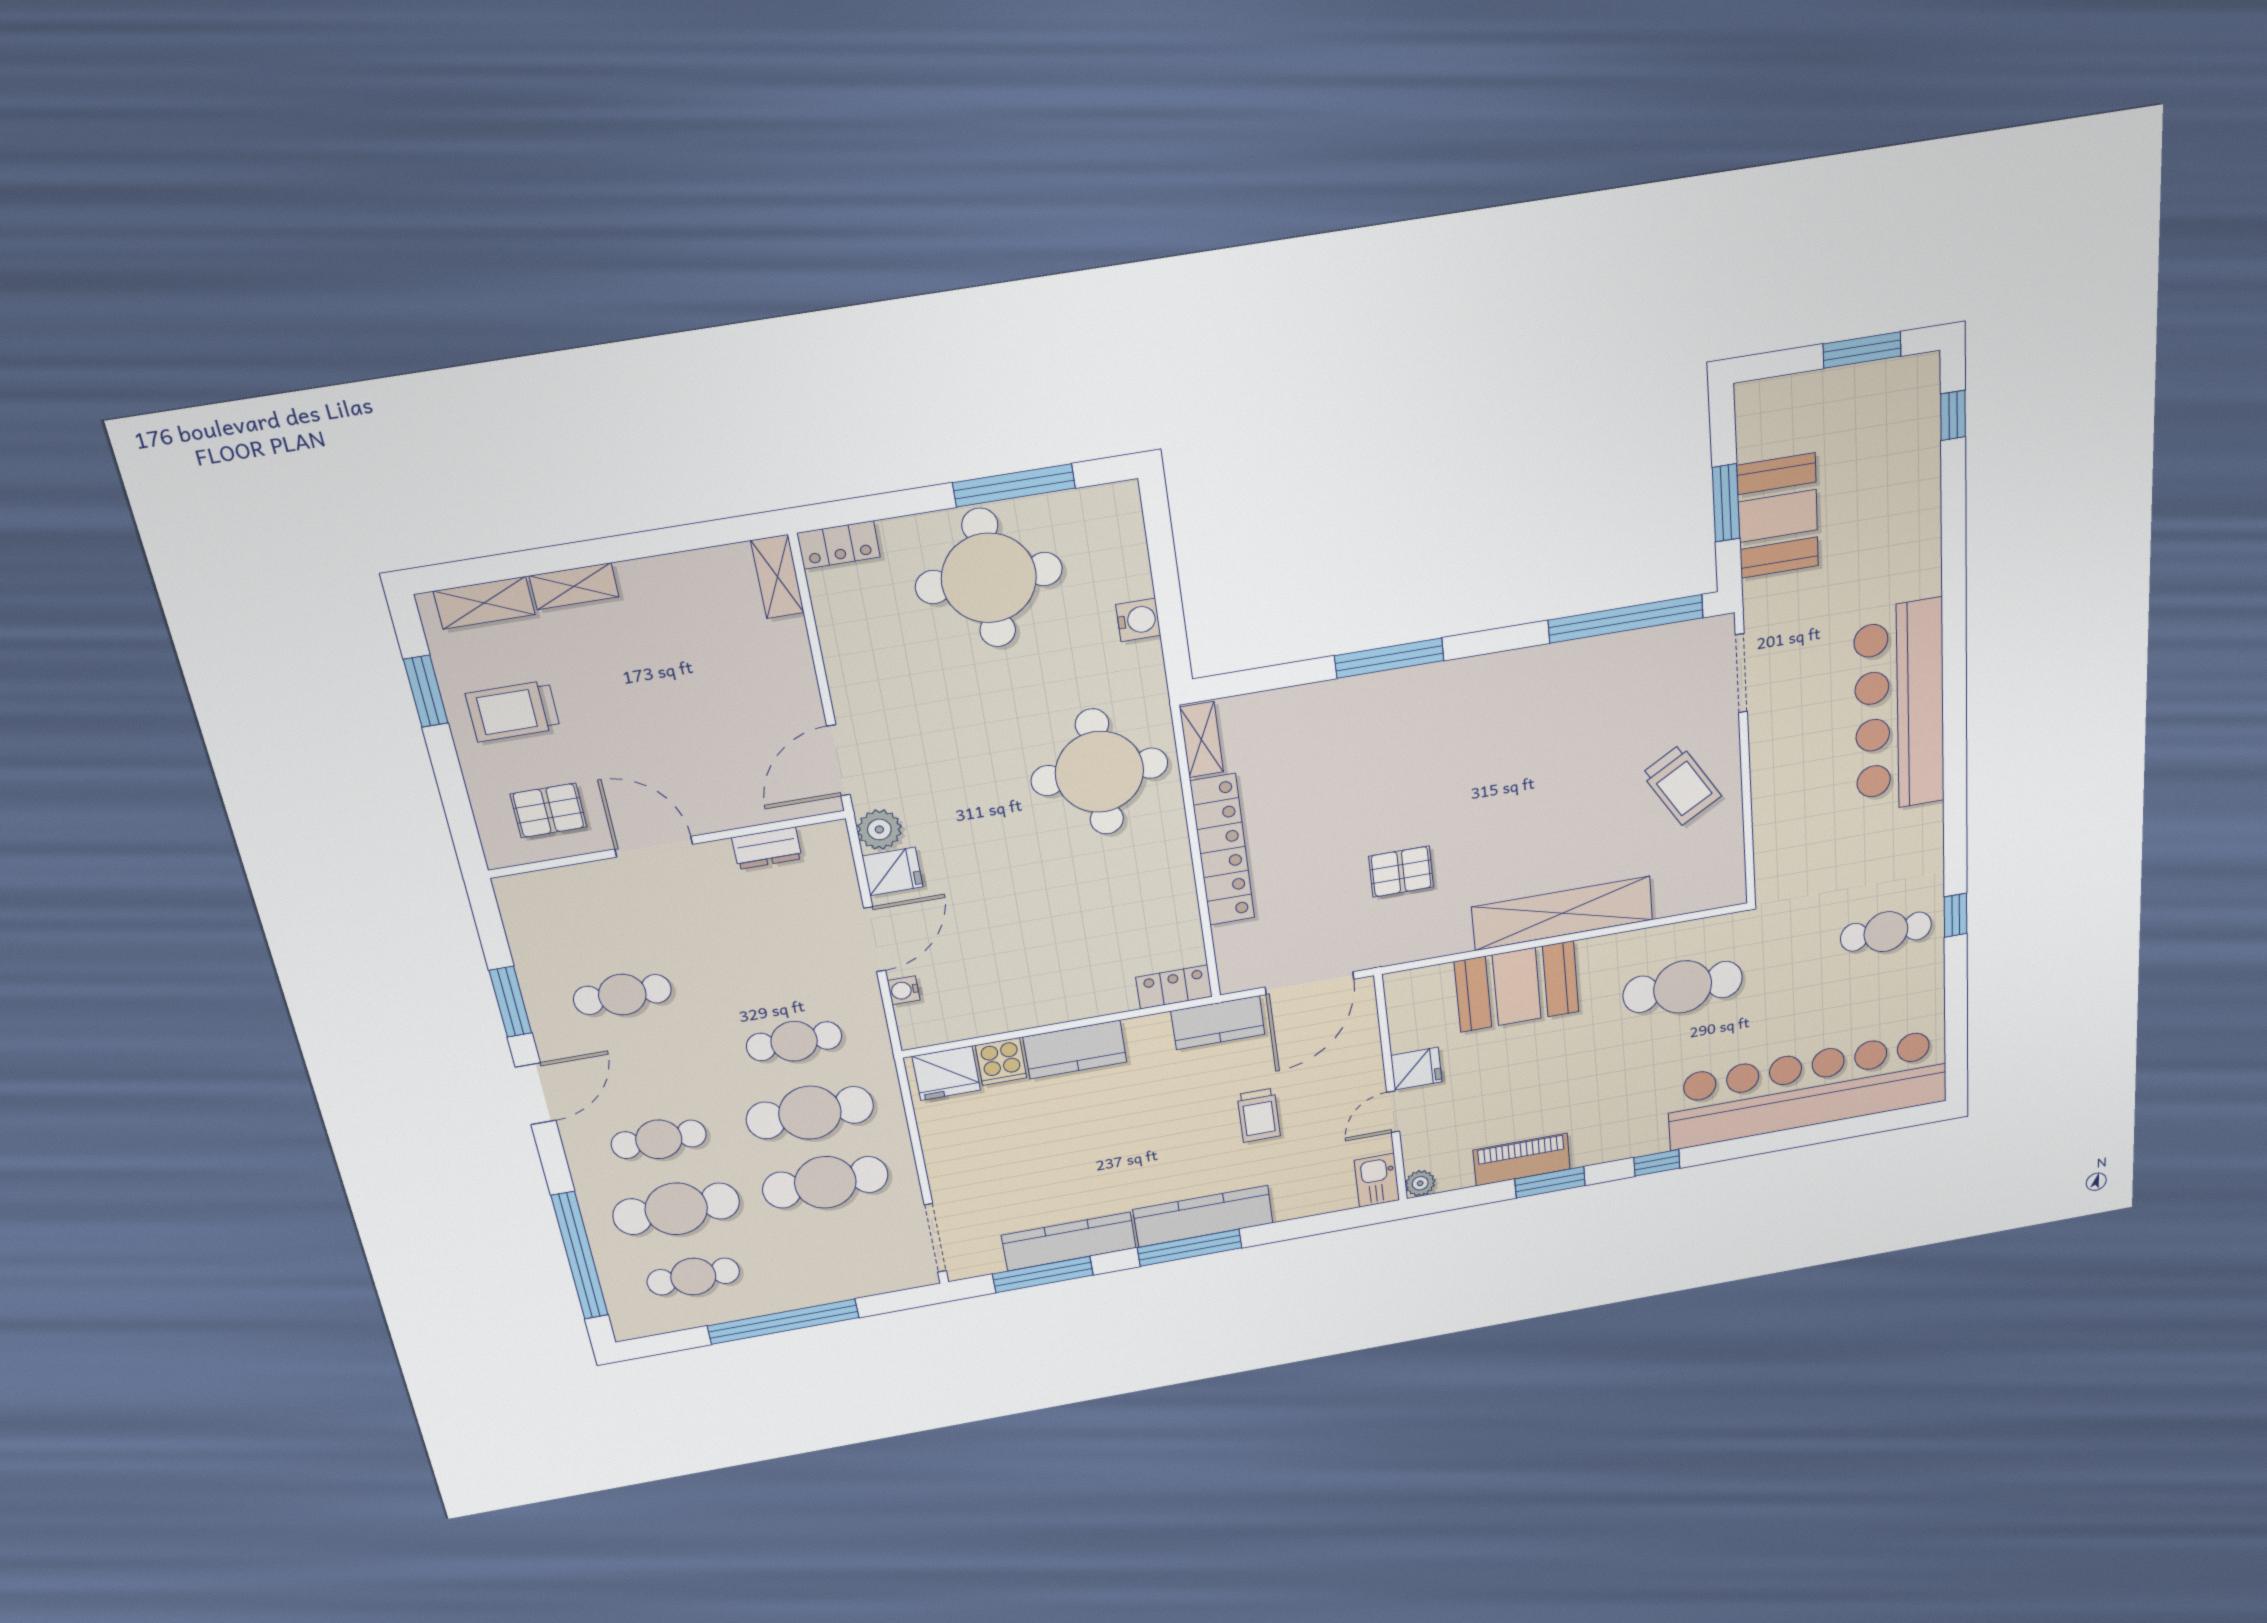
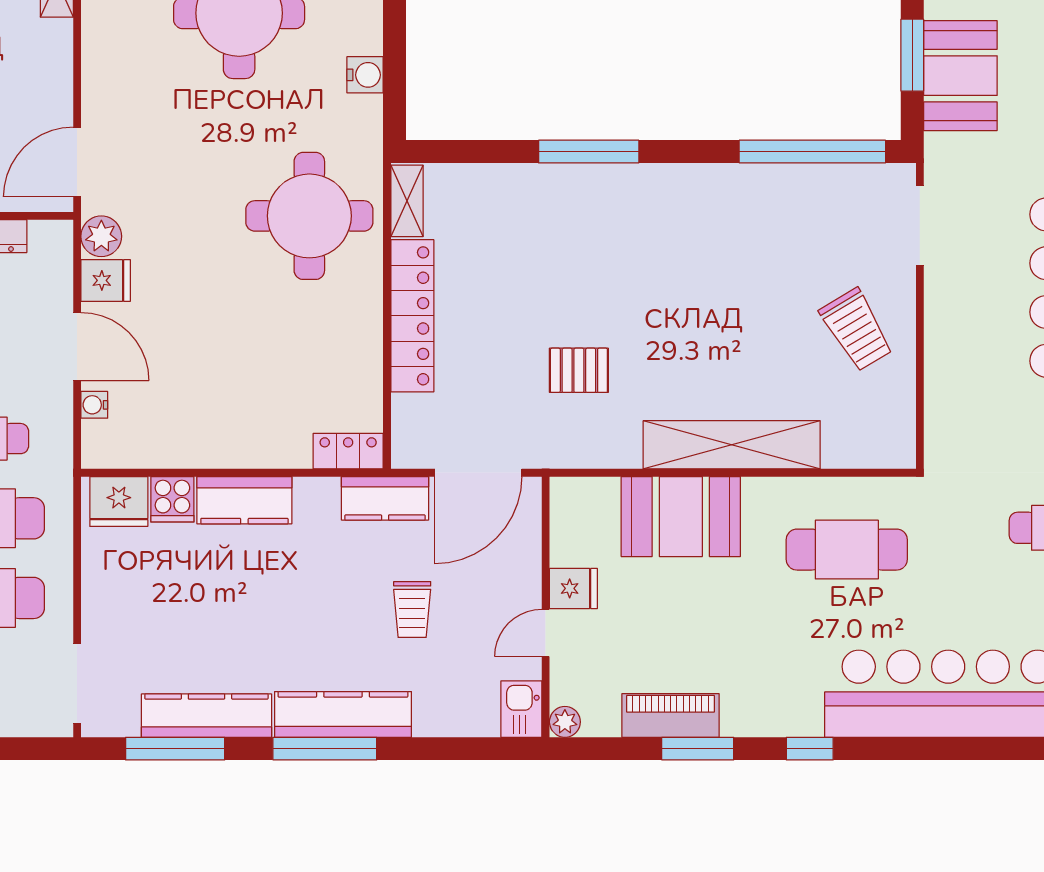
door: (875, 939) -> (77, 347), hinge flipped

